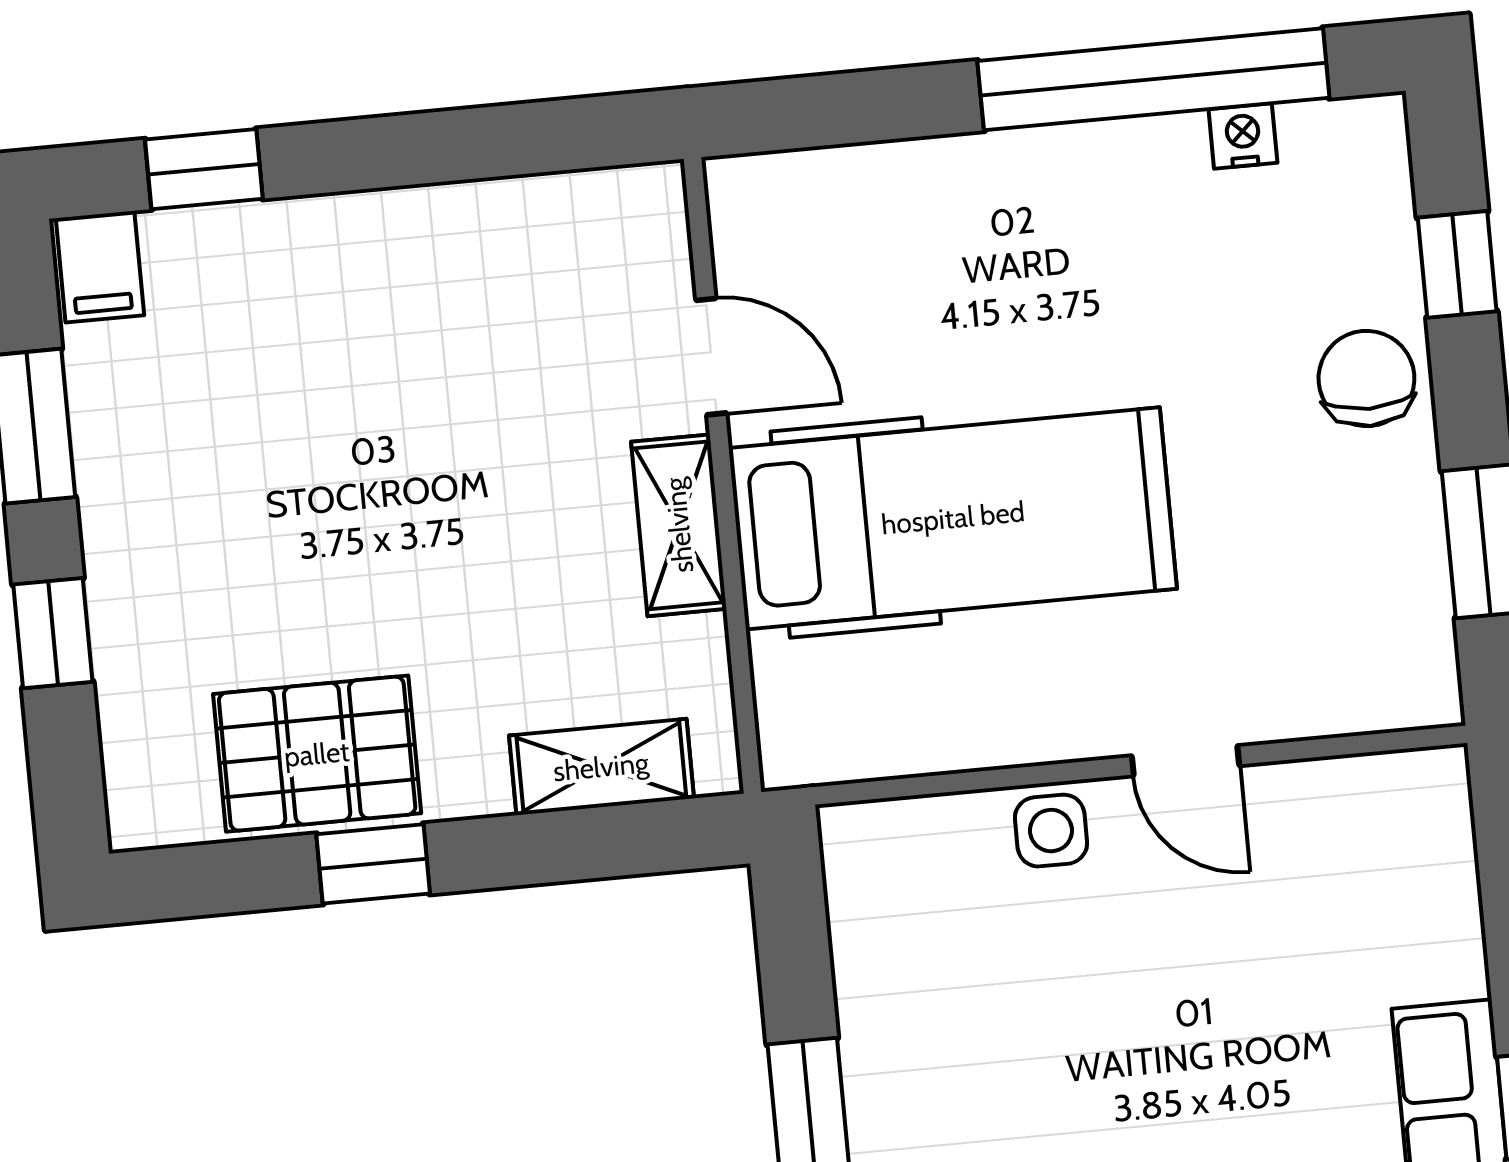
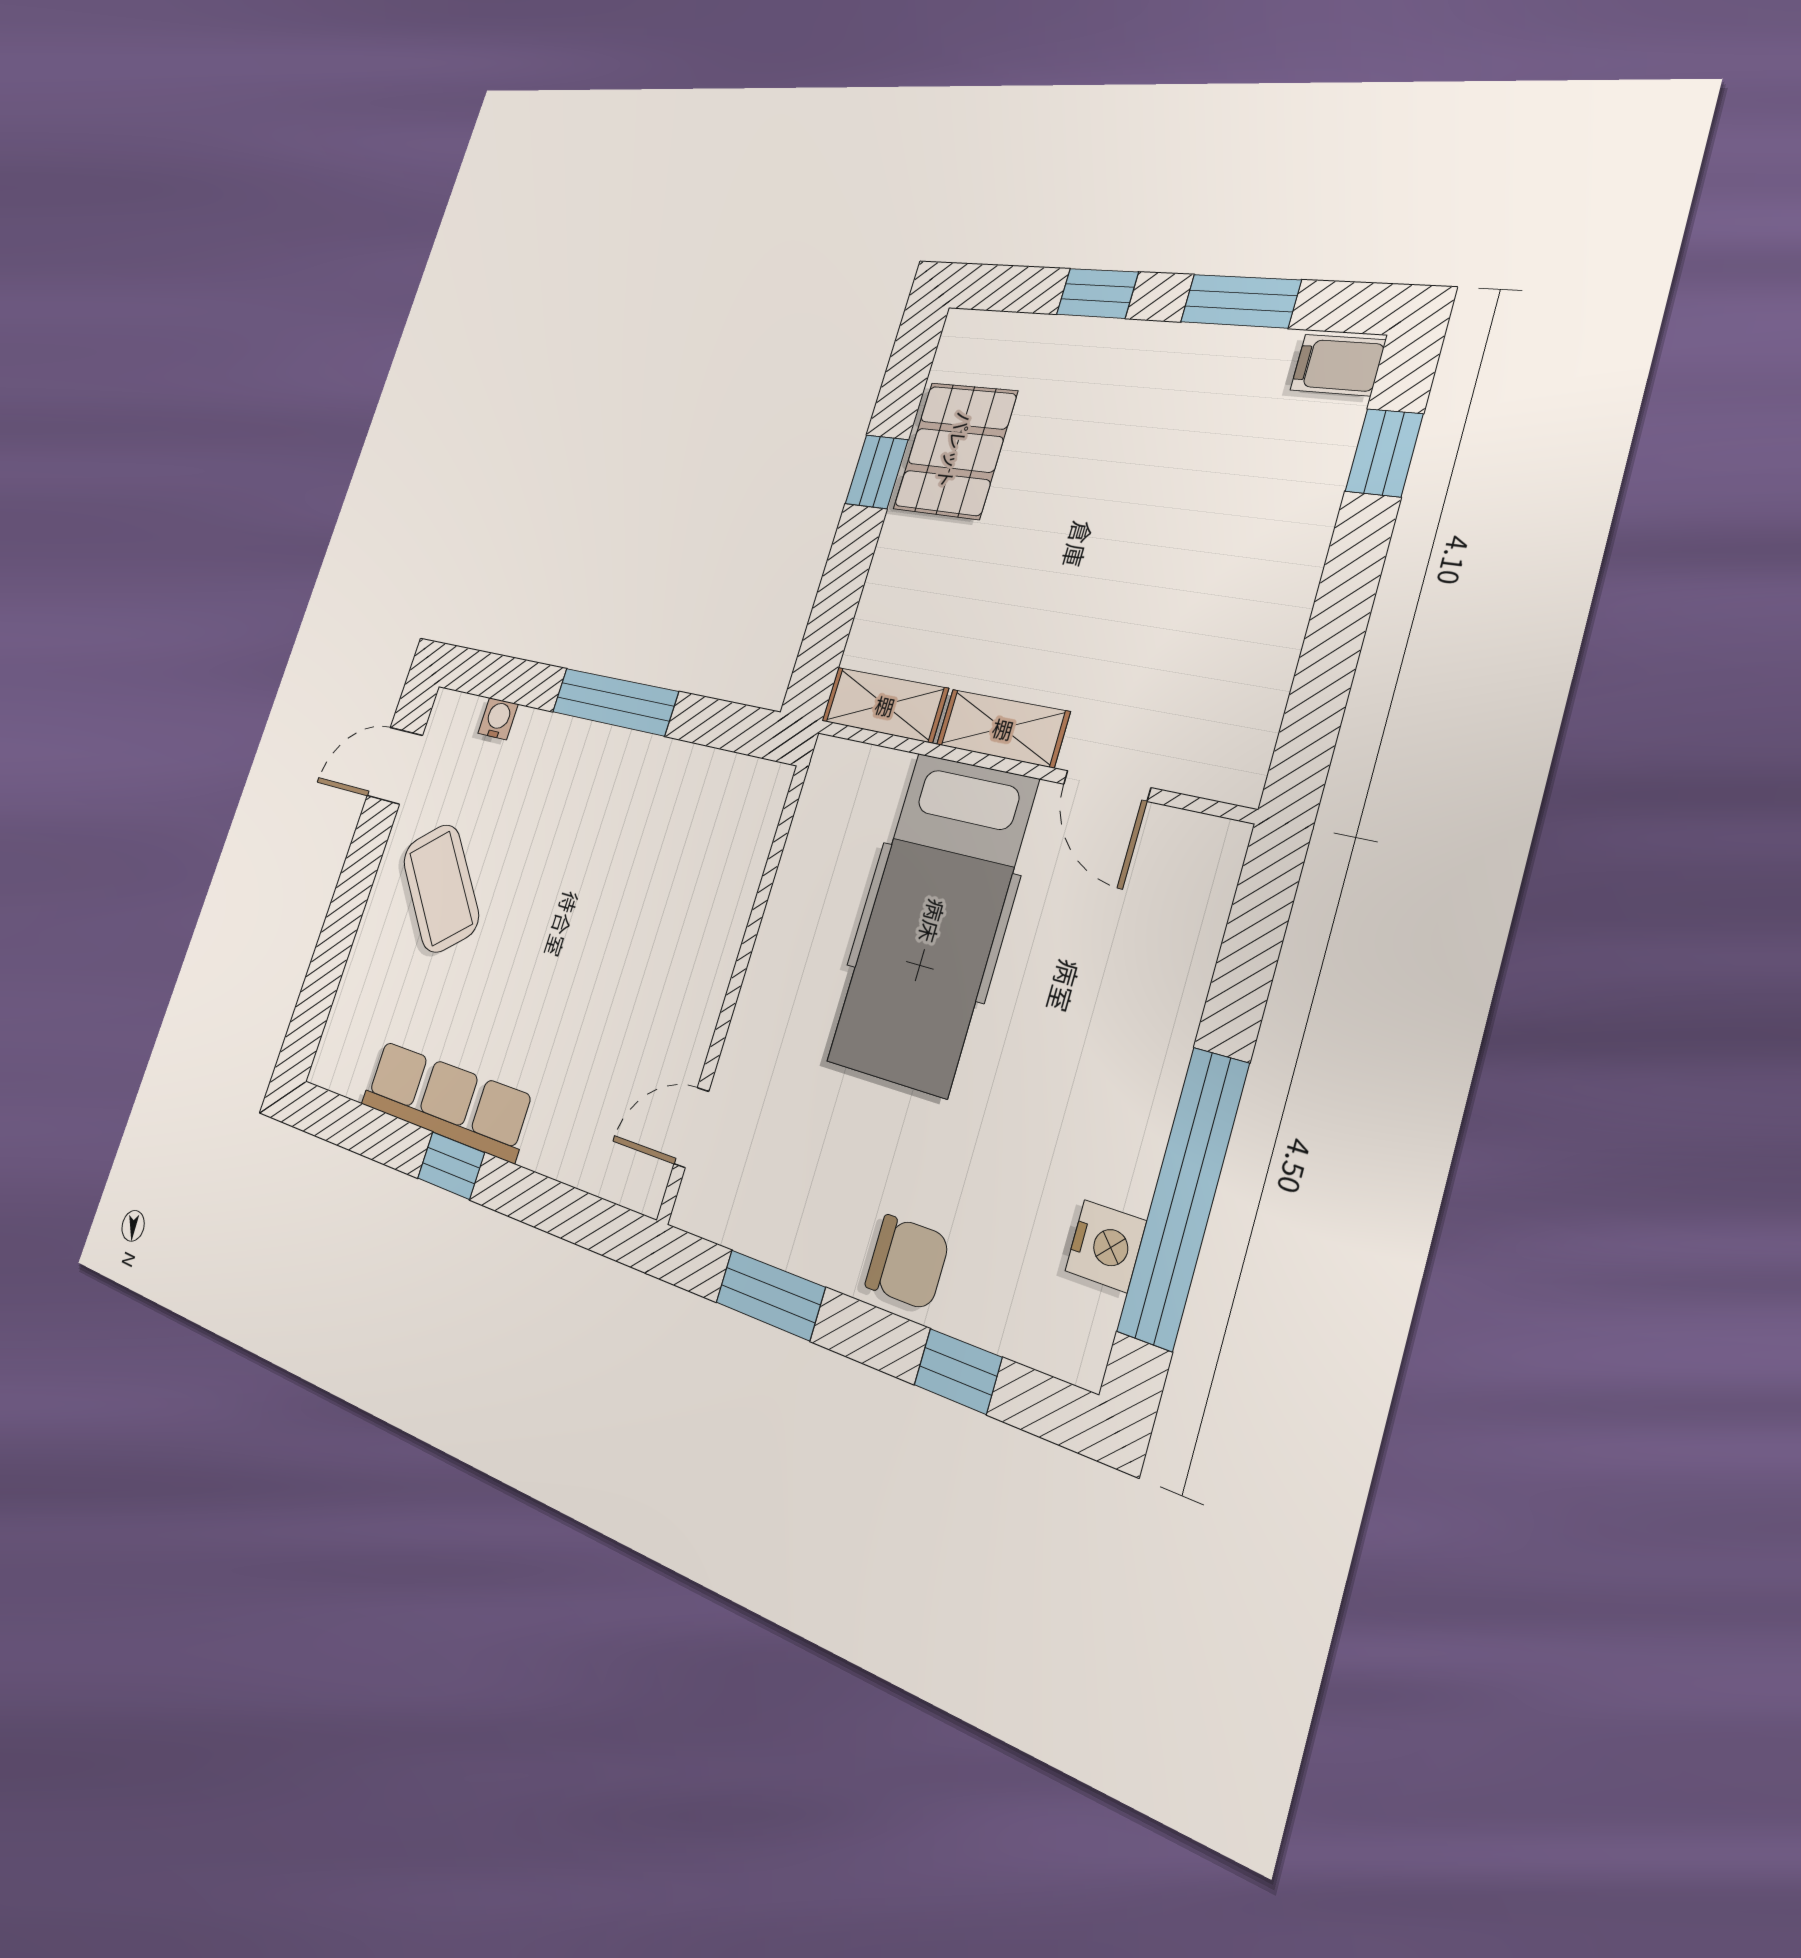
nightstand: (1243, 136) -> (1106, 1246), width x1.39, depth x1.35
door: (711, 357) -> (1107, 786), hinge flipped
door: (1185, 761) -> (691, 1128), moved
shelving: (601, 767) -> (885, 705), moved, turned 90
side table: (1051, 831) -> (720, 916), removed

